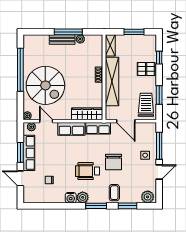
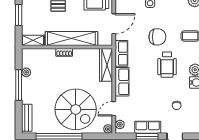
bench: (62, 40) -> (27, 118), moved
spiral stairs: (45, 85) -> (76, 109), turned 90
row of seats: (29, 153) -> (148, 127), width x0.68

